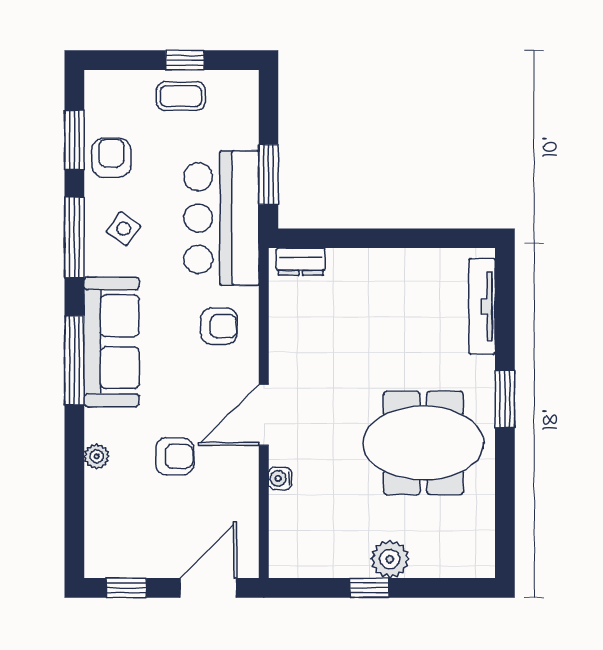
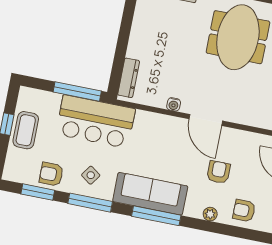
coffee table: (181, 96) -> (26, 130), width x1.36, depth x1.30
window: (269, 174) -> (77, 91), width x1.44
dresser: (301, 262) -> (129, 78), width x1.44
armchair: (219, 326) -> (244, 211), moved, turned -90
water cooler: (280, 478) -> (174, 104), moved

